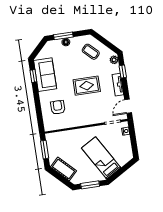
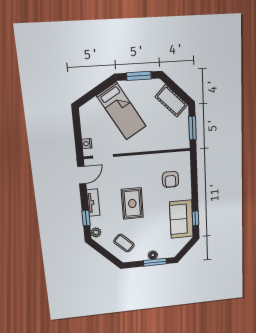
rug: (87, 86) -> (132, 204), turned 90

